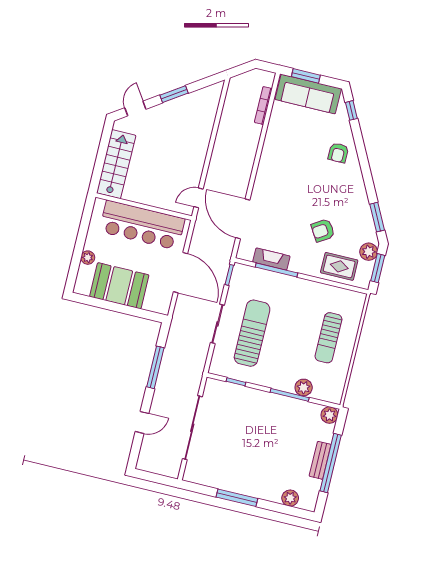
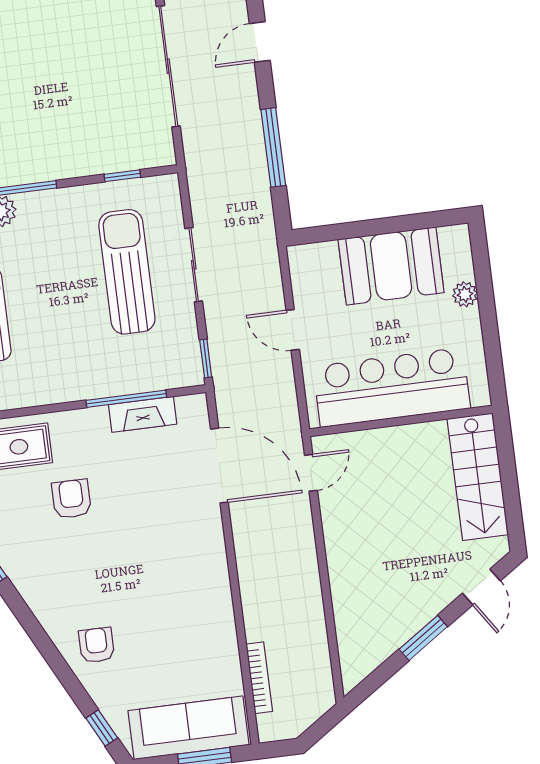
armchair: (323, 230) -> (72, 499), turned -58
door: (180, 273) -> (293, 330), width x0.53
sun lounger: (252, 333) -> (127, 272), turned 180

